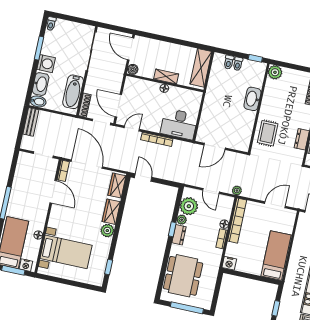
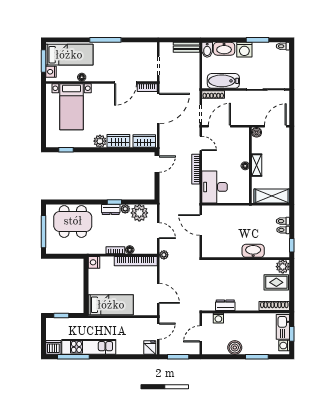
rug: (268, 133) -> (276, 282), moved
door: (211, 191) -> (158, 231), swing flipped

